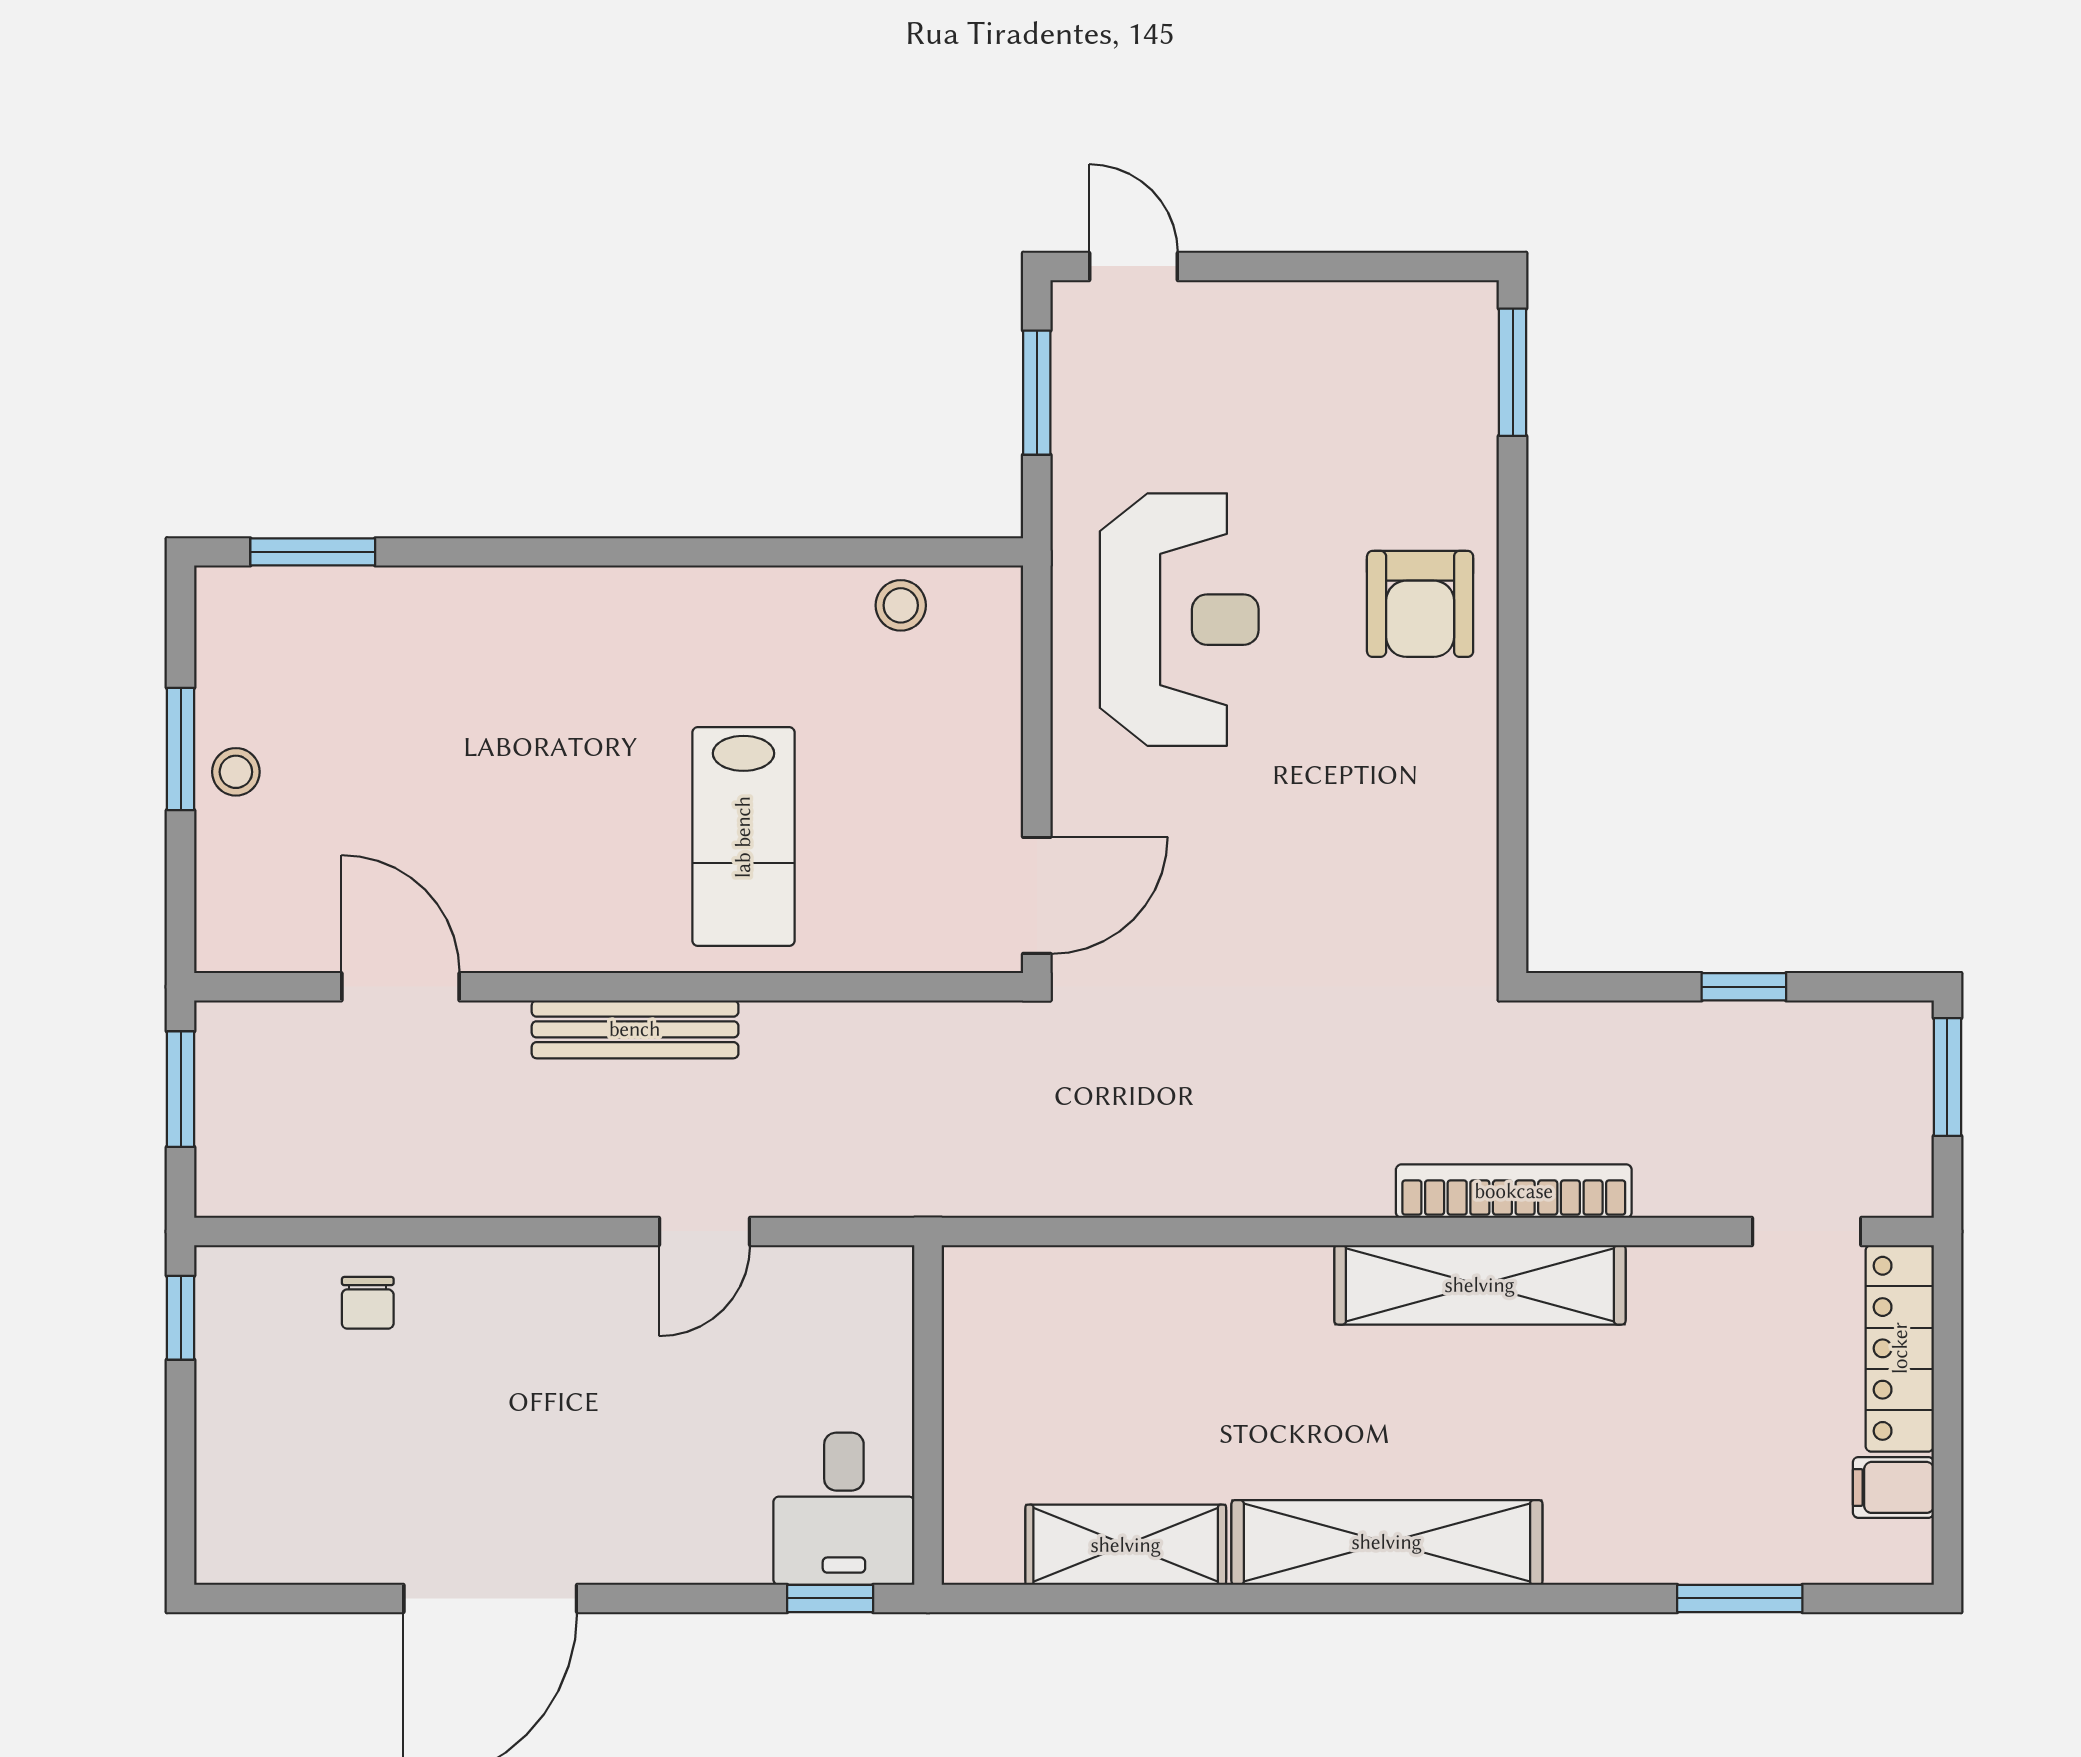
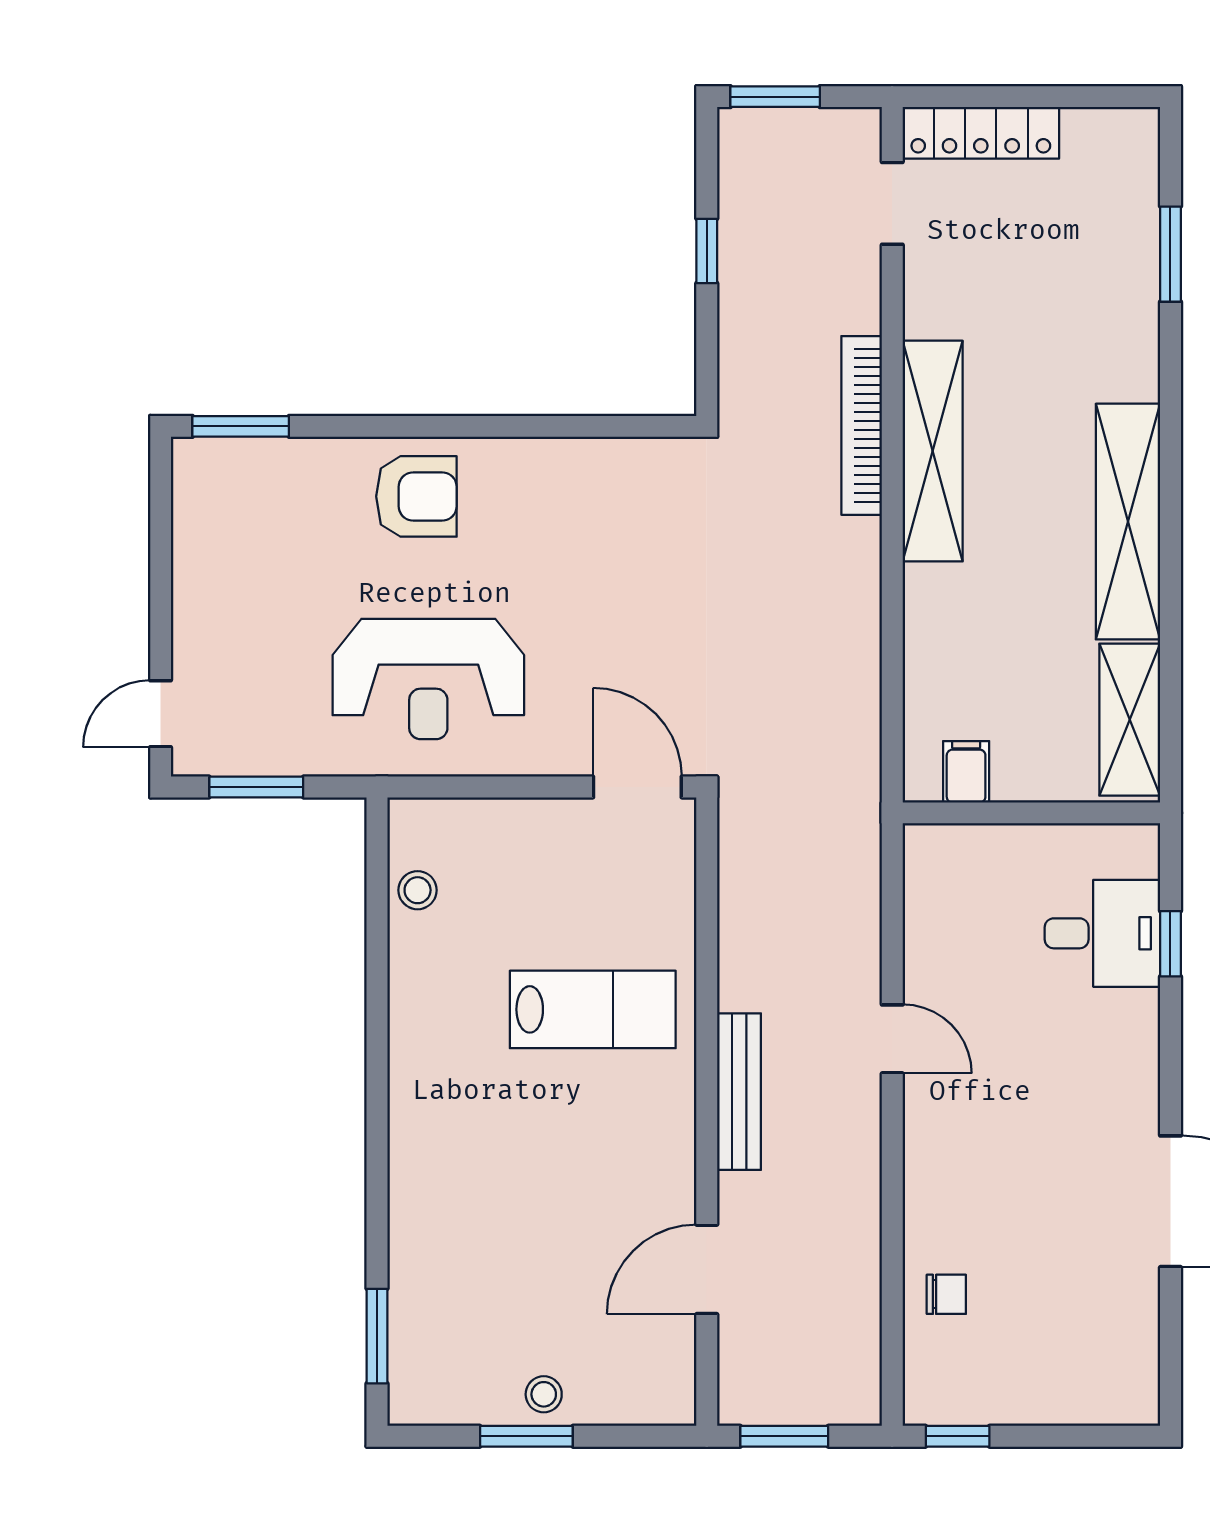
reception desk: (1179, 620) -> (428, 679), turned 180
wall: (928, 1415) -> (1031, 813), moved
filing cabinet: (1893, 1487) -> (966, 772), moved, turned 180

